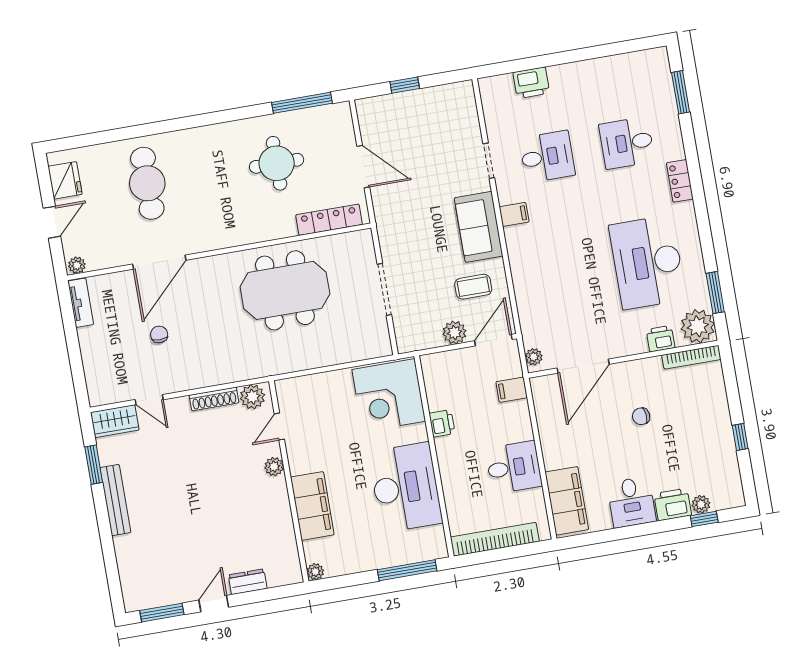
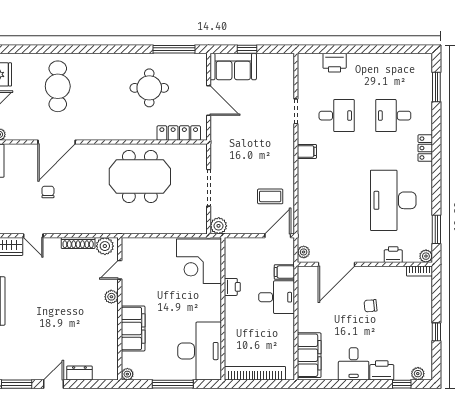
sofa: (479, 227) -> (233, 67), moved, turned -90
plant: (698, 326) -> (426, 256), width x0.53, depth x0.53
plant: (454, 333) -> (219, 226), moved
bookcase: (691, 357) -> (419, 271), width x0.64
desk: (514, 467) -> (277, 297), moved
desk: (405, 487) -> (200, 351), moved
plant: (701, 504) -> (418, 374), moved
window: (407, 570) -> (173, 384), moved

